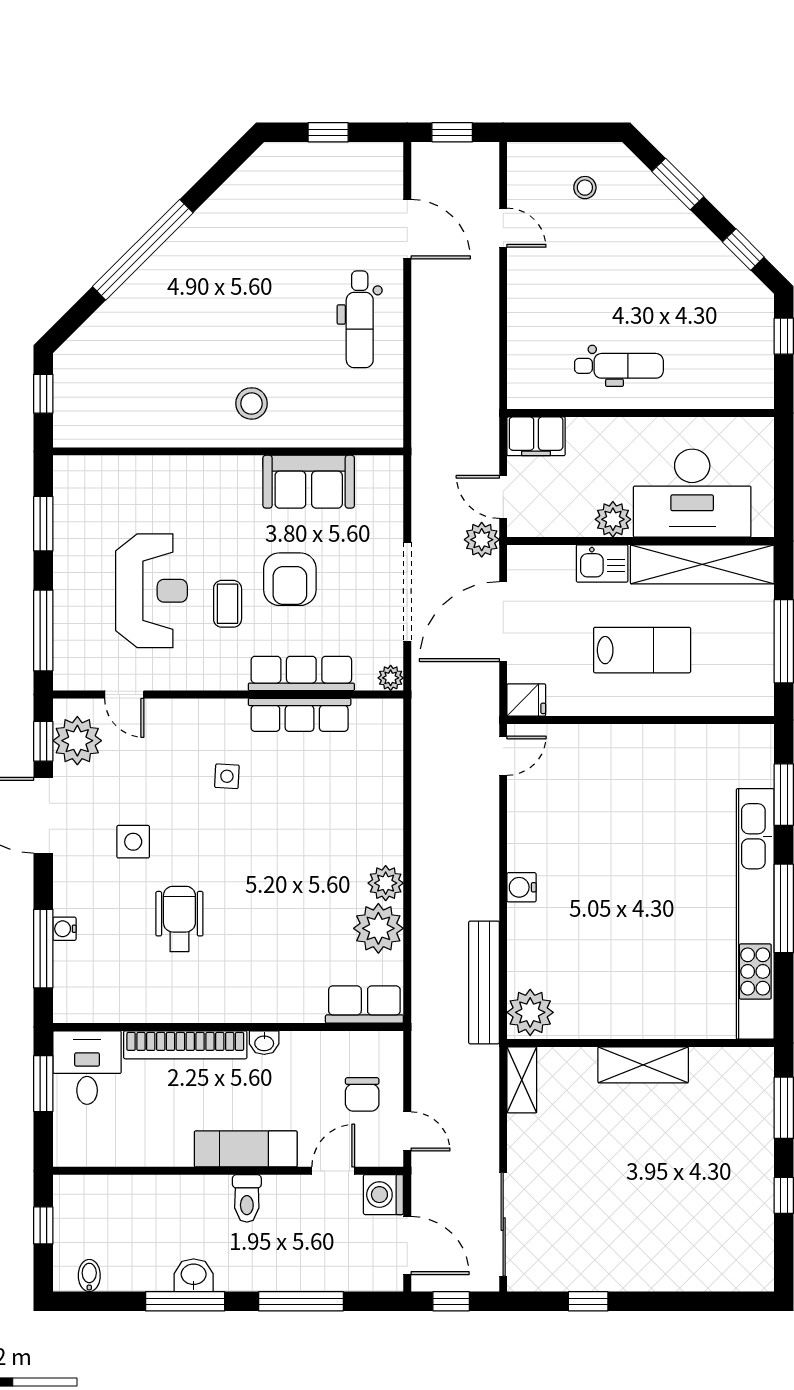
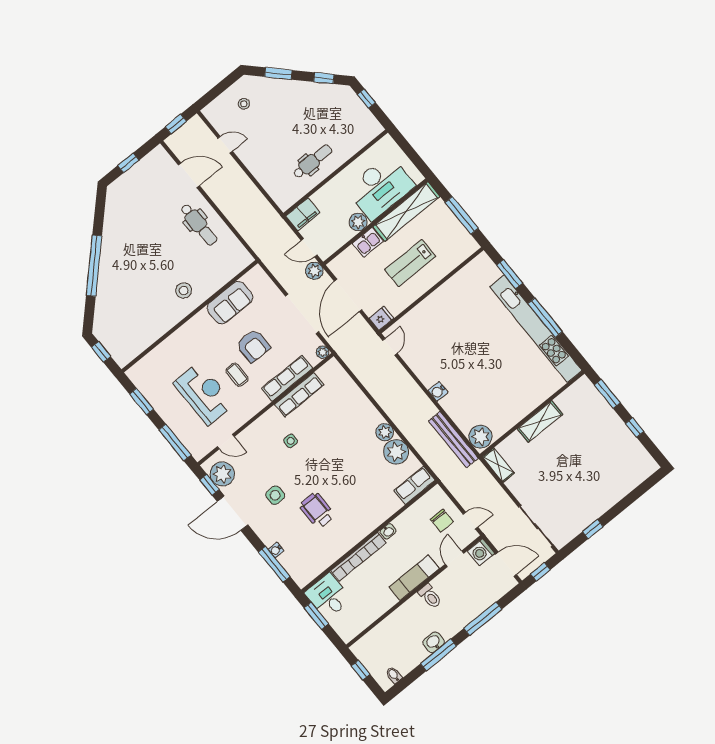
lab bench: (642, 650) -> (410, 263), turned 180

